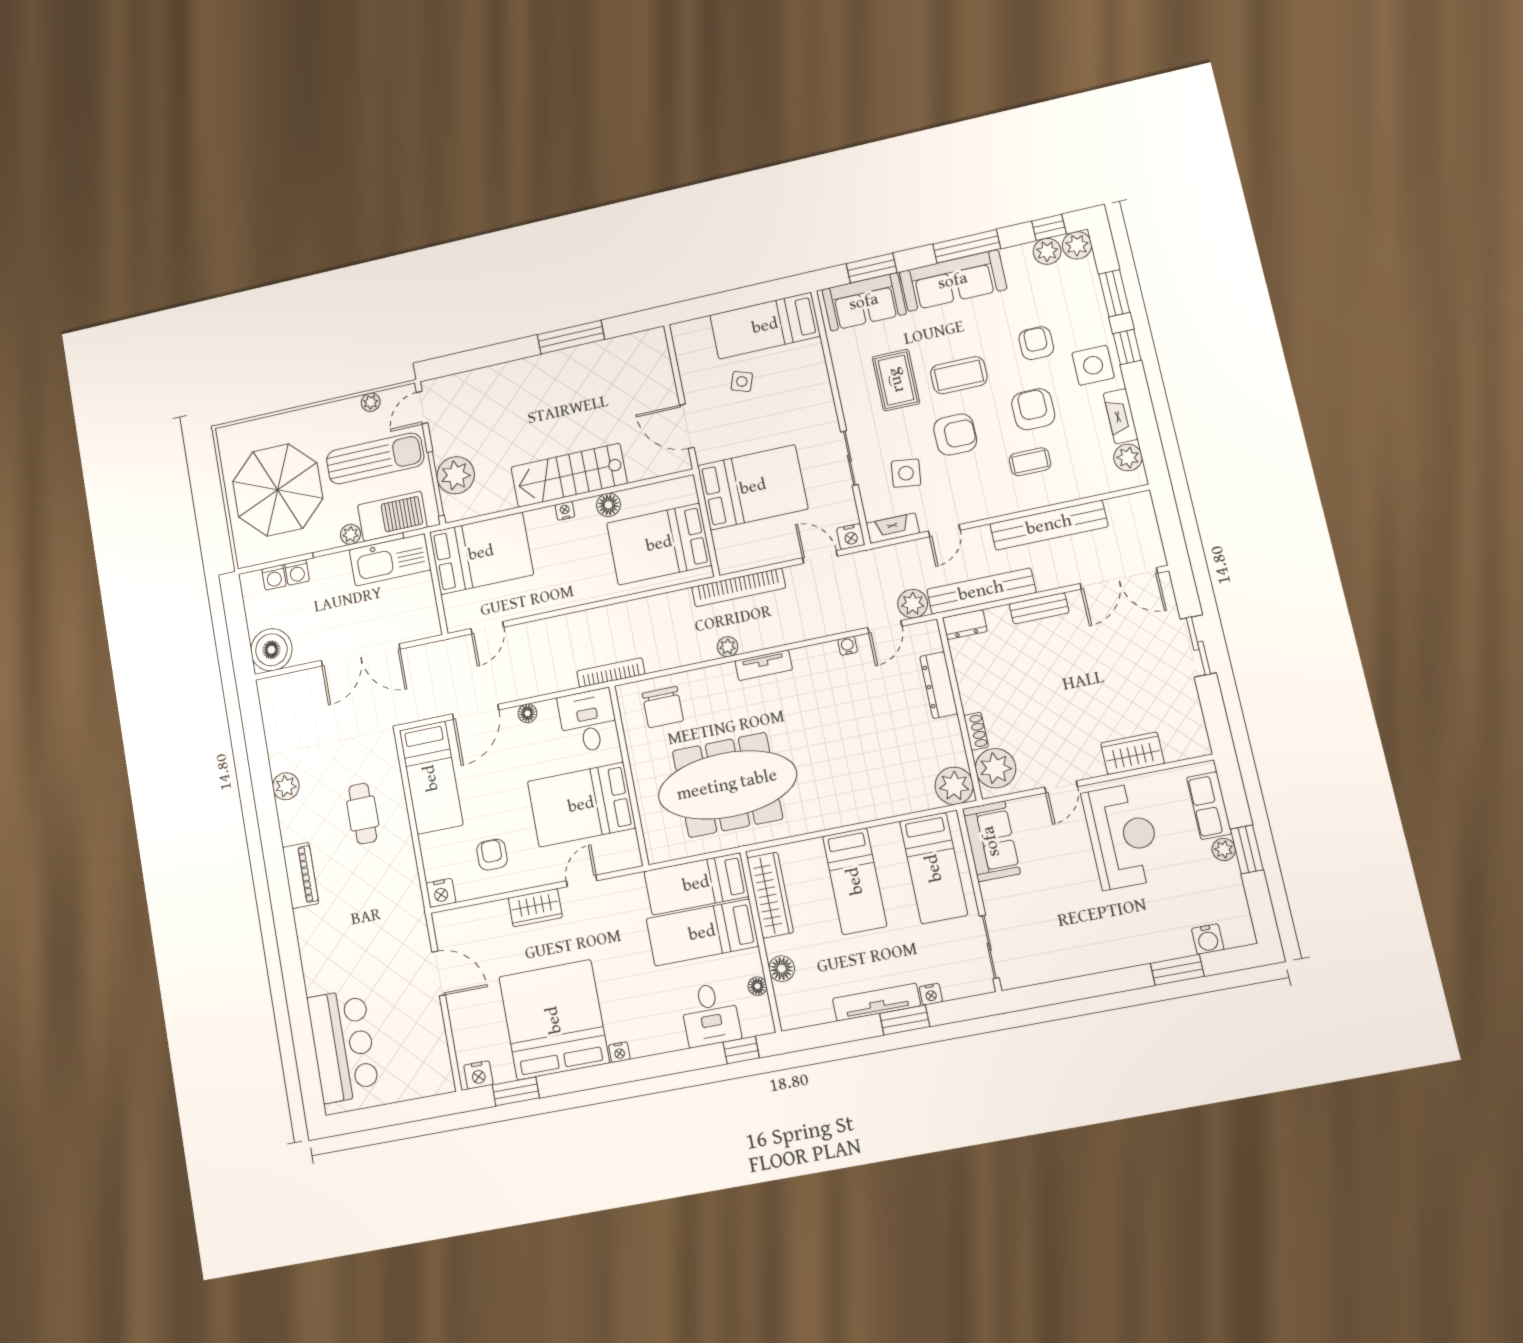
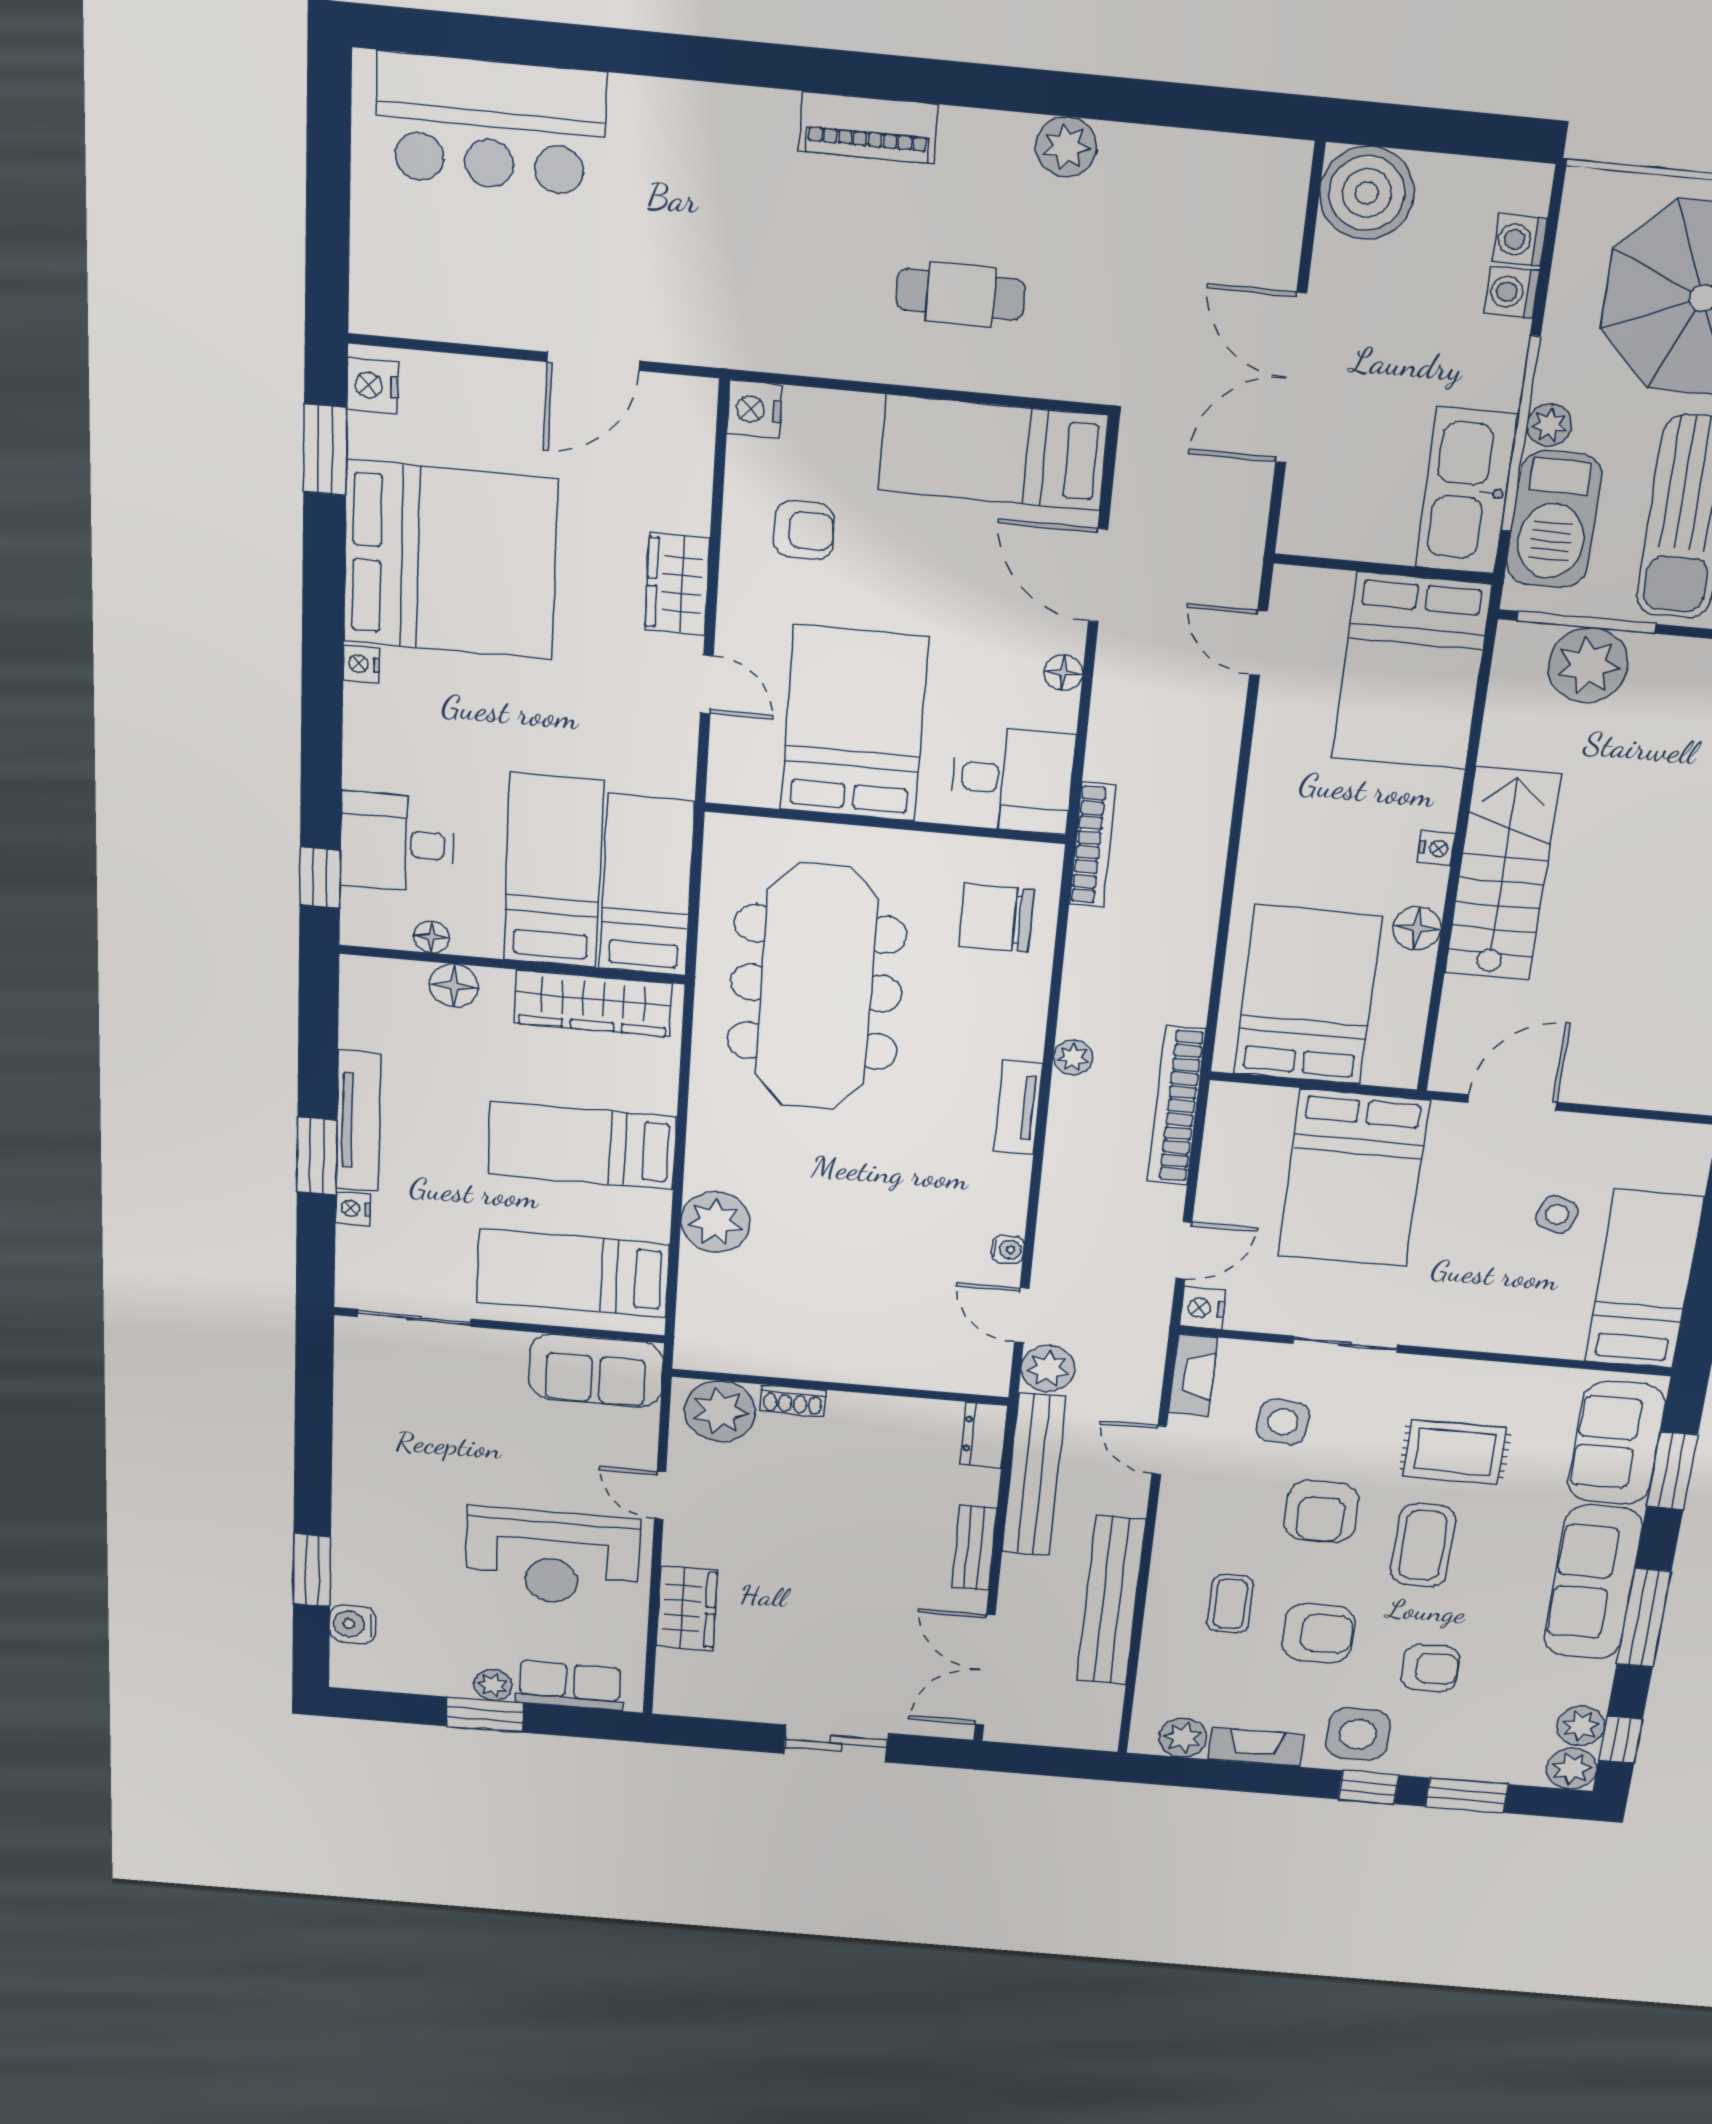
dresser: (939, 685) -> (891, 1368), removed
plant: (954, 786) -> (715, 1222), moved

